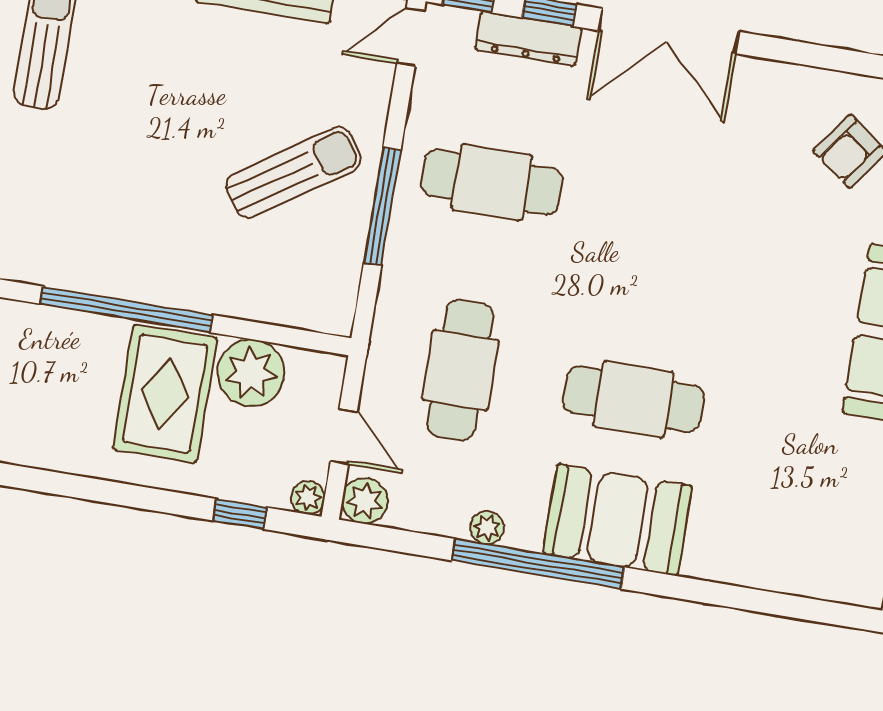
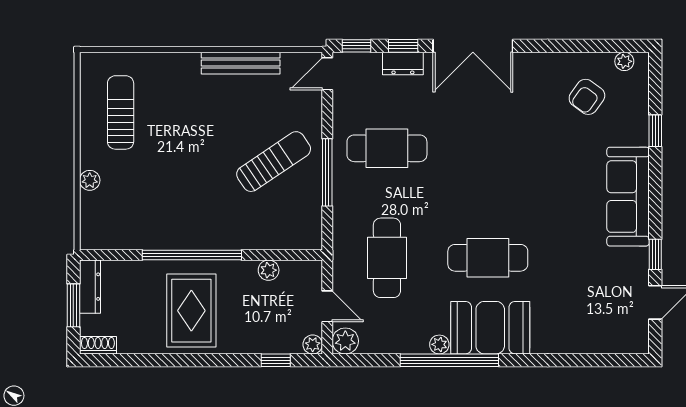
dresser: (528, 39) -> (403, 63), width x0.70
plant: (251, 373) -> (269, 270), width x0.53, depth x0.53
rug: (165, 394) -> (191, 311), moved
plant: (487, 528) -> (439, 344), moved

